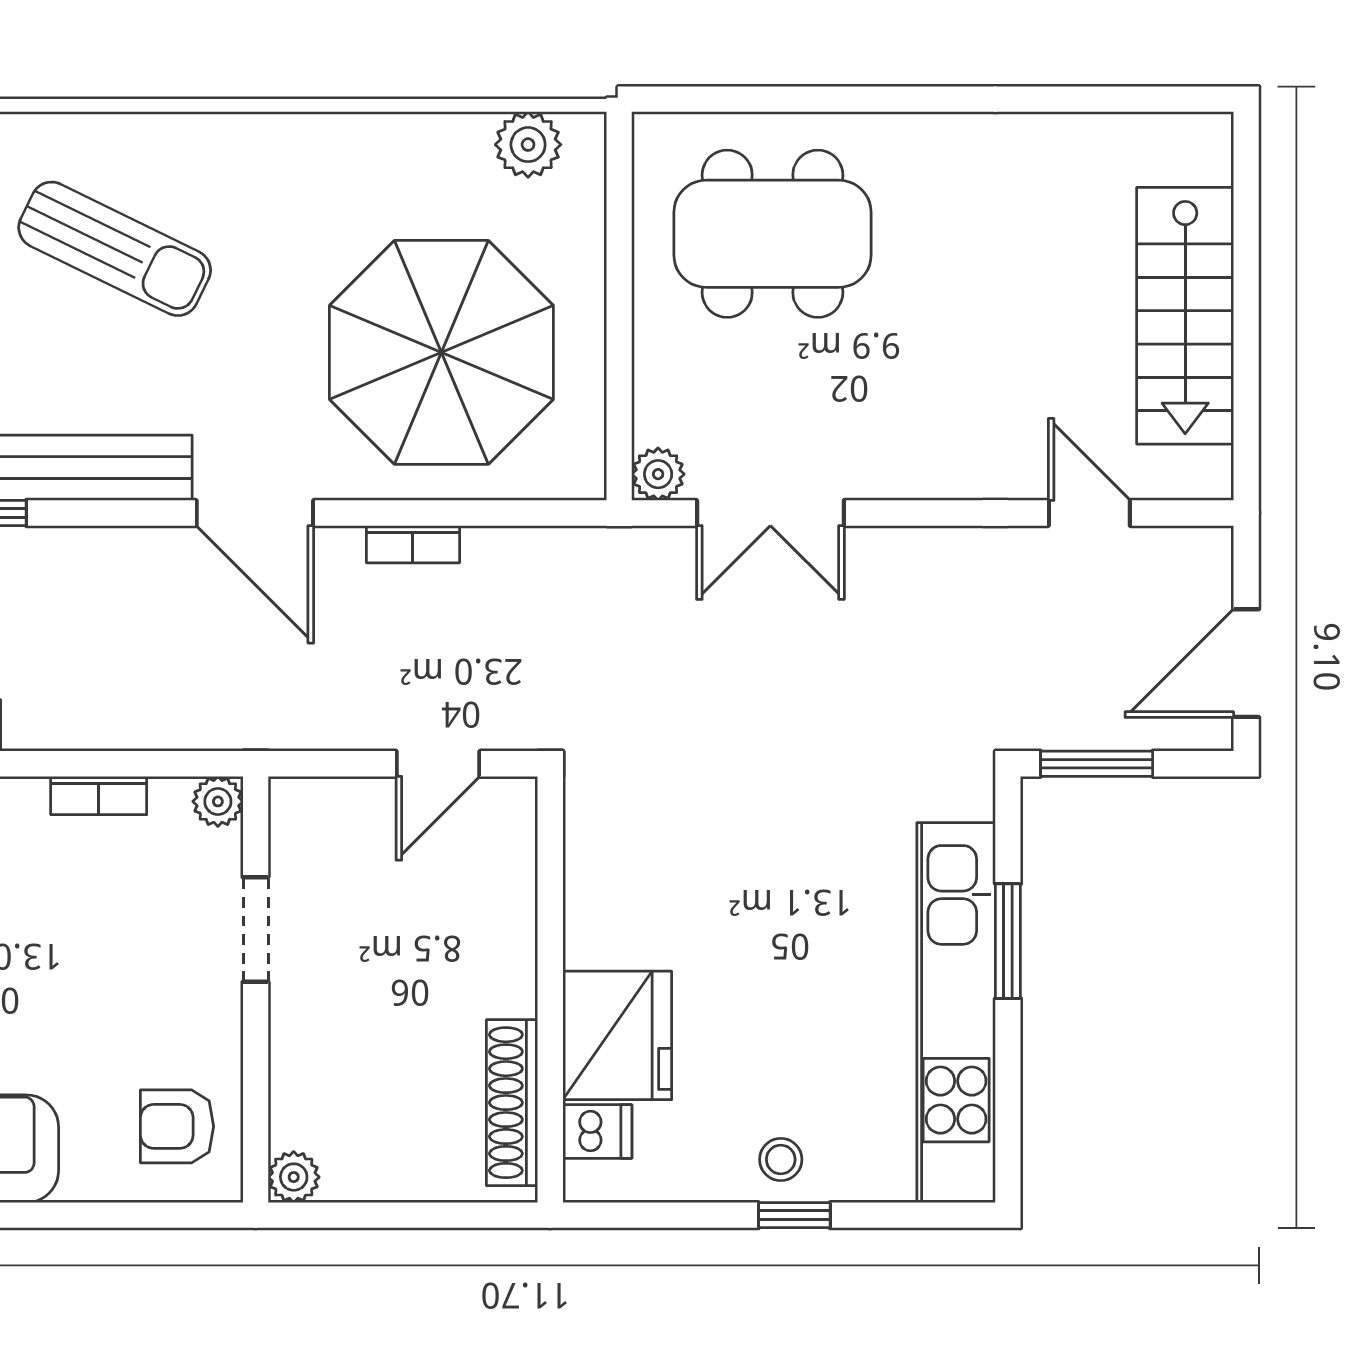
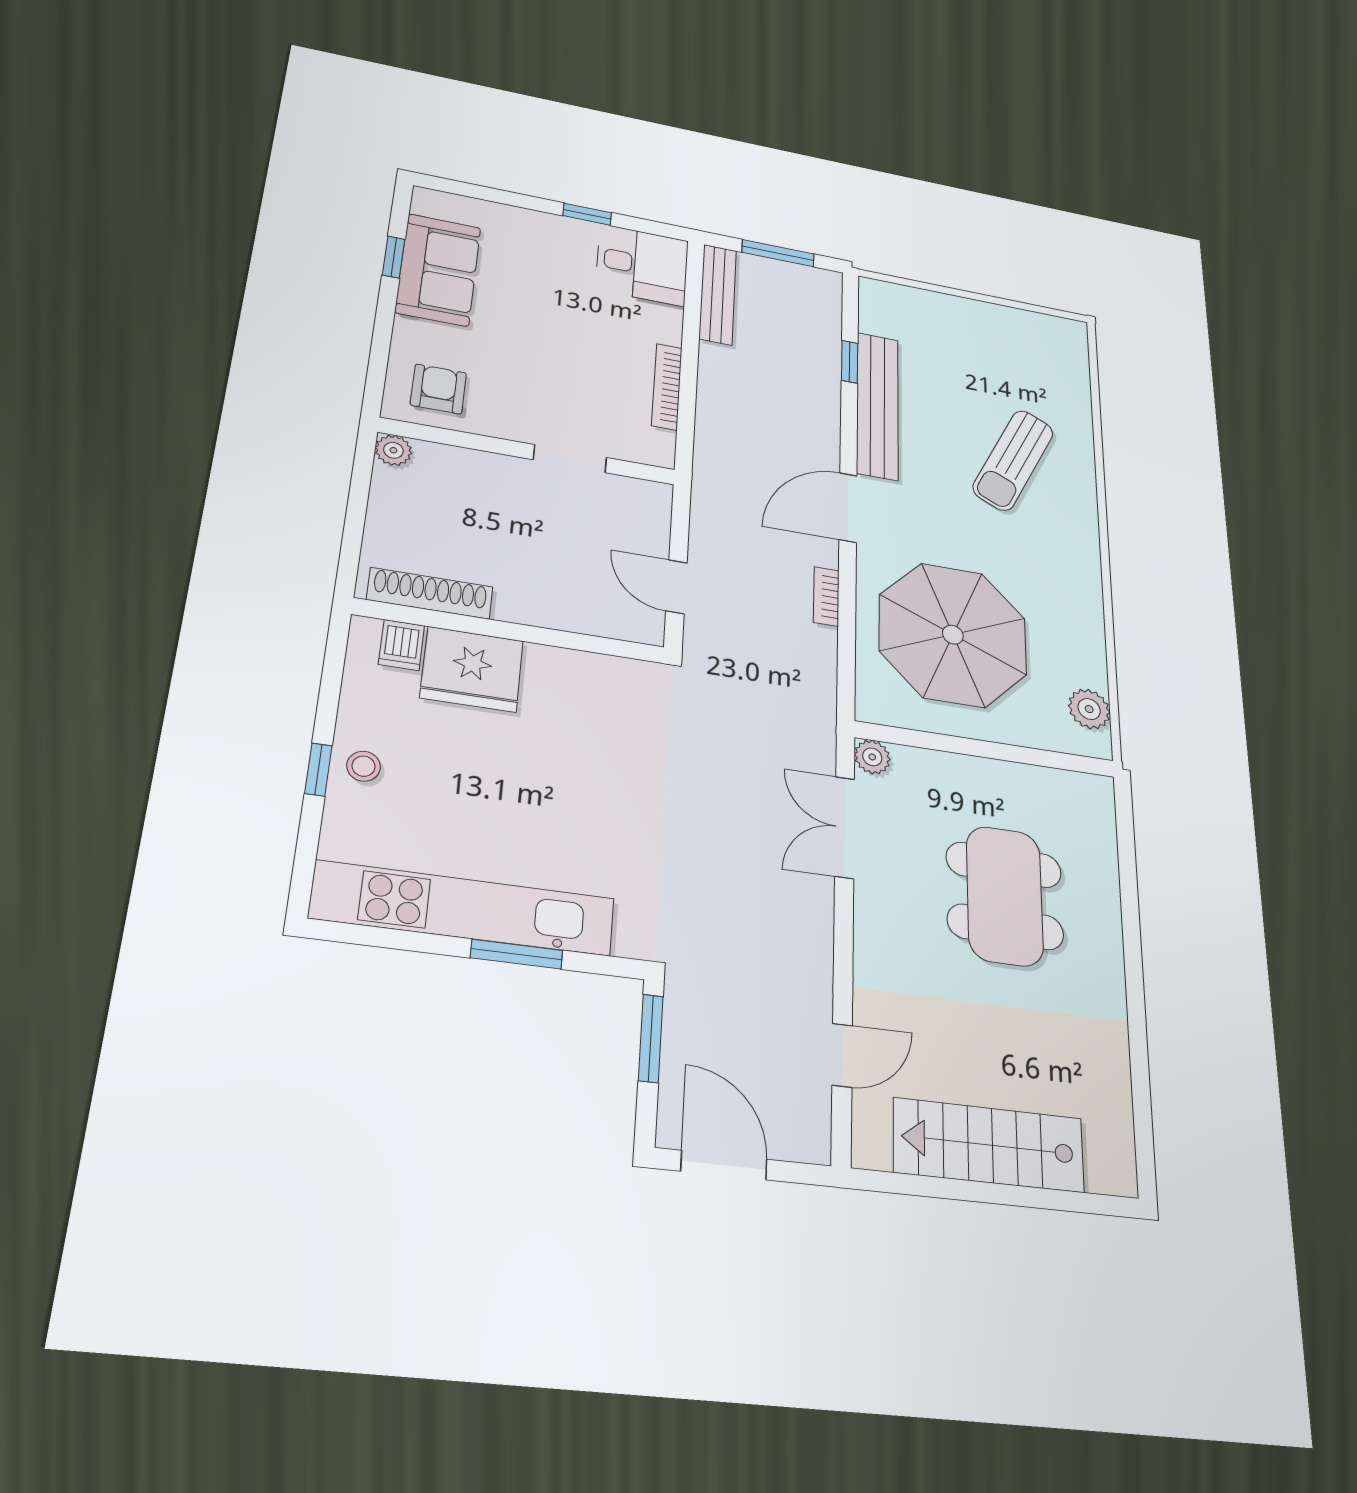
dining table: (773, 234) -> (1005, 896), moved
bookcase: (99, 796) -> (667, 387), width x1.56
plant: (218, 801) -> (659, 453), removed

